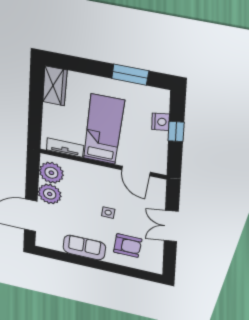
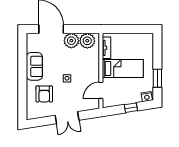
wardrobe: (55, 86) -> (143, 39), removed
nightstand: (161, 122) -> (147, 97), moved
double door: (171, 226) -> (67, 118), swing flipped

